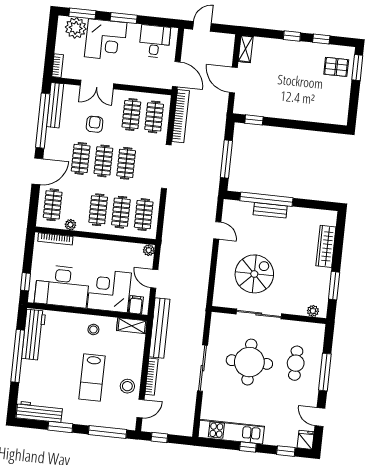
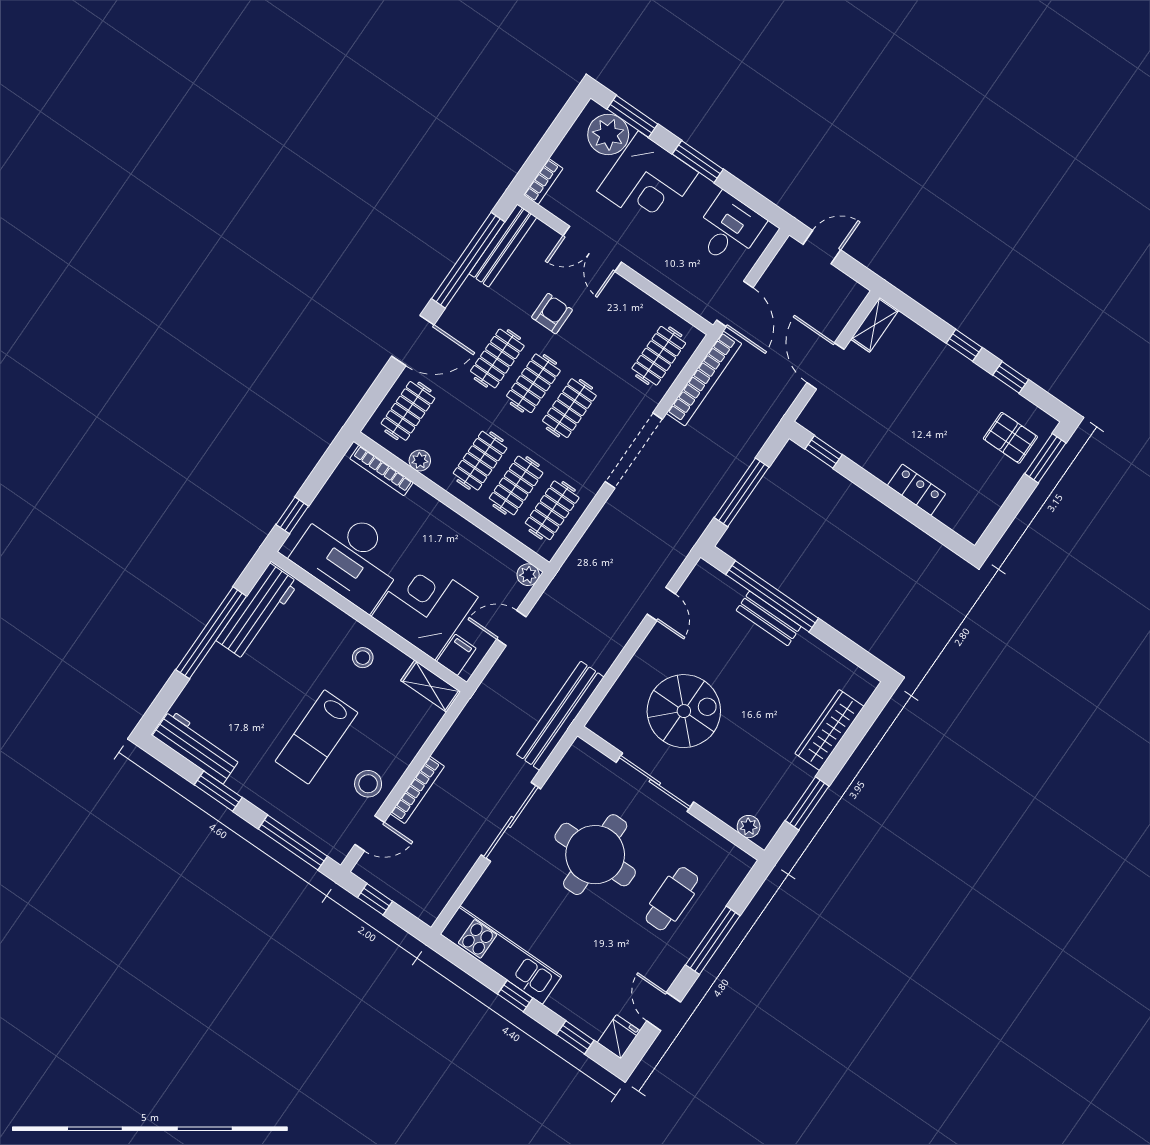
clothes rail: (131, 114) -> (623, 331), removed
locker: (306, 114) -> (916, 490), added
door: (154, 279) -> (511, 628), hinge flipped
bench: (159, 328) -> (560, 716), moved

